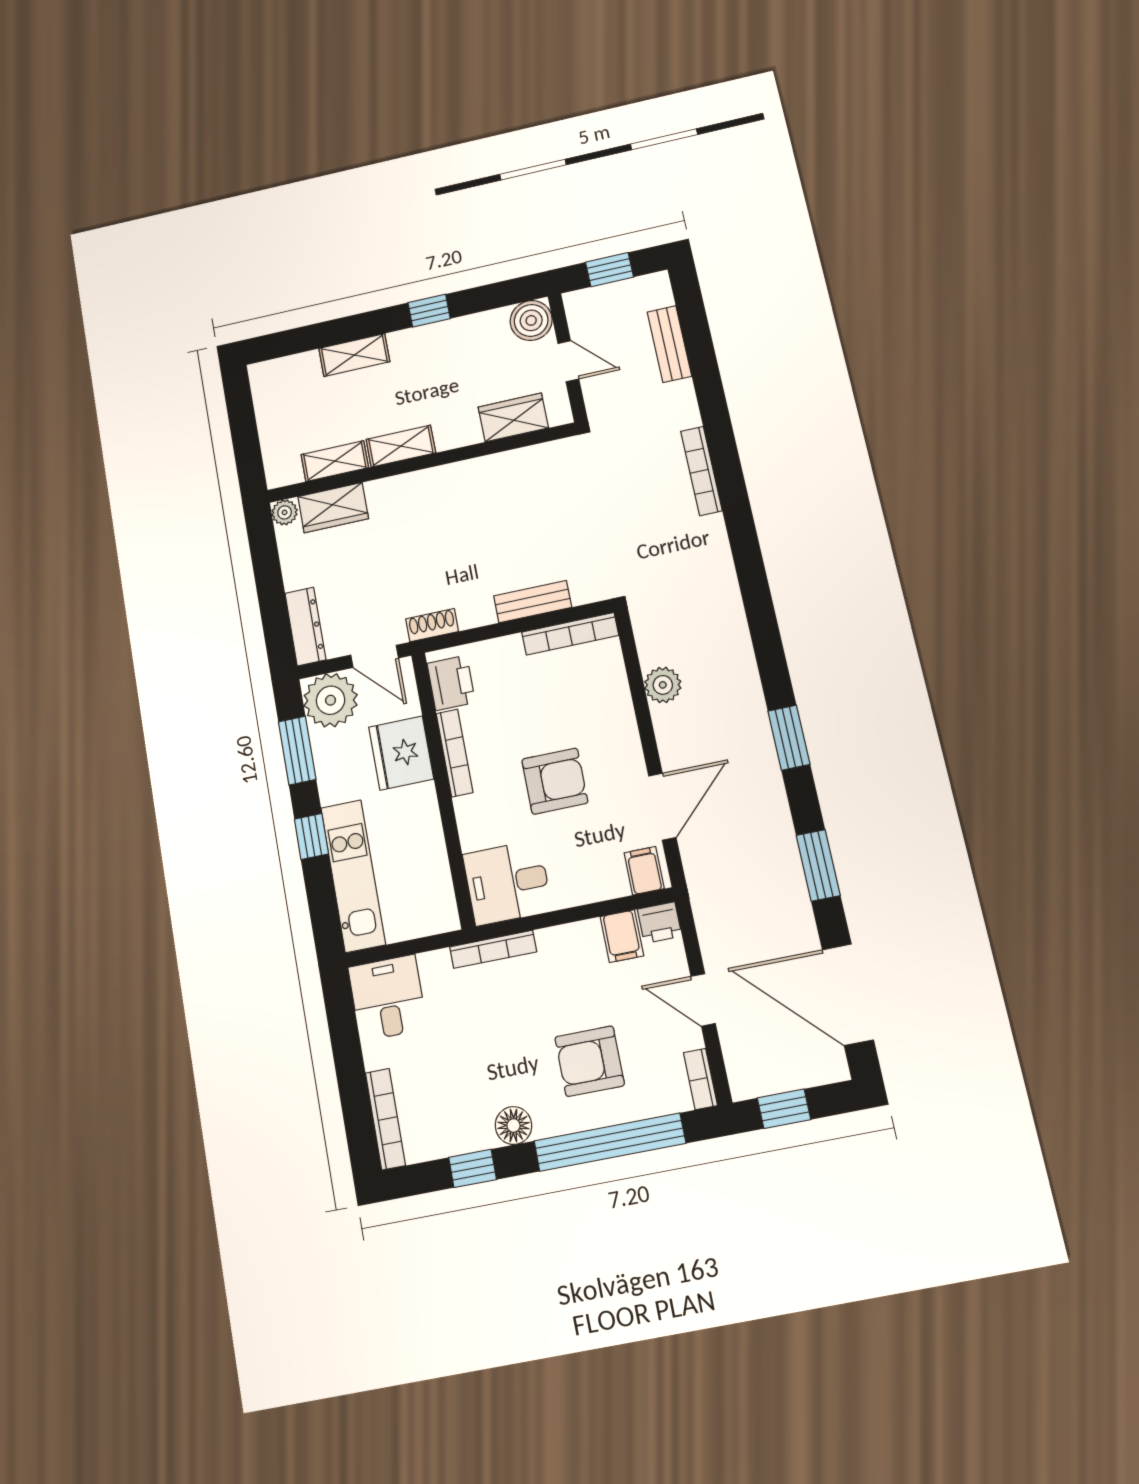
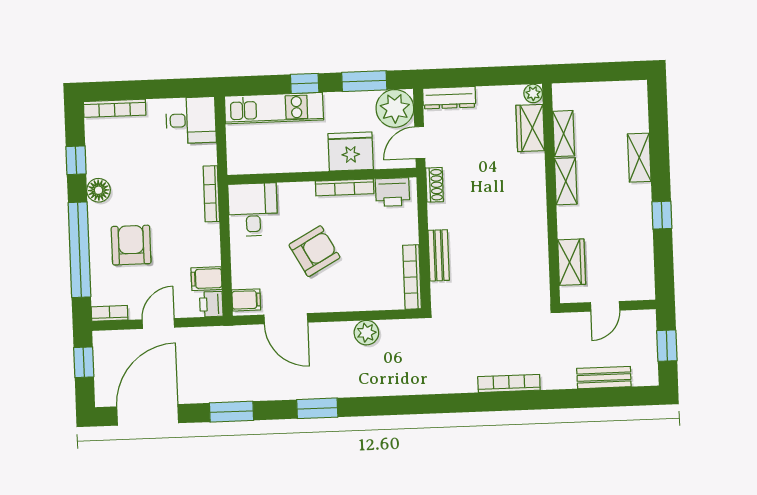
boiler: (531, 320) -> (640, 285), removed
armchair: (555, 781) -> (314, 251), turned -119

